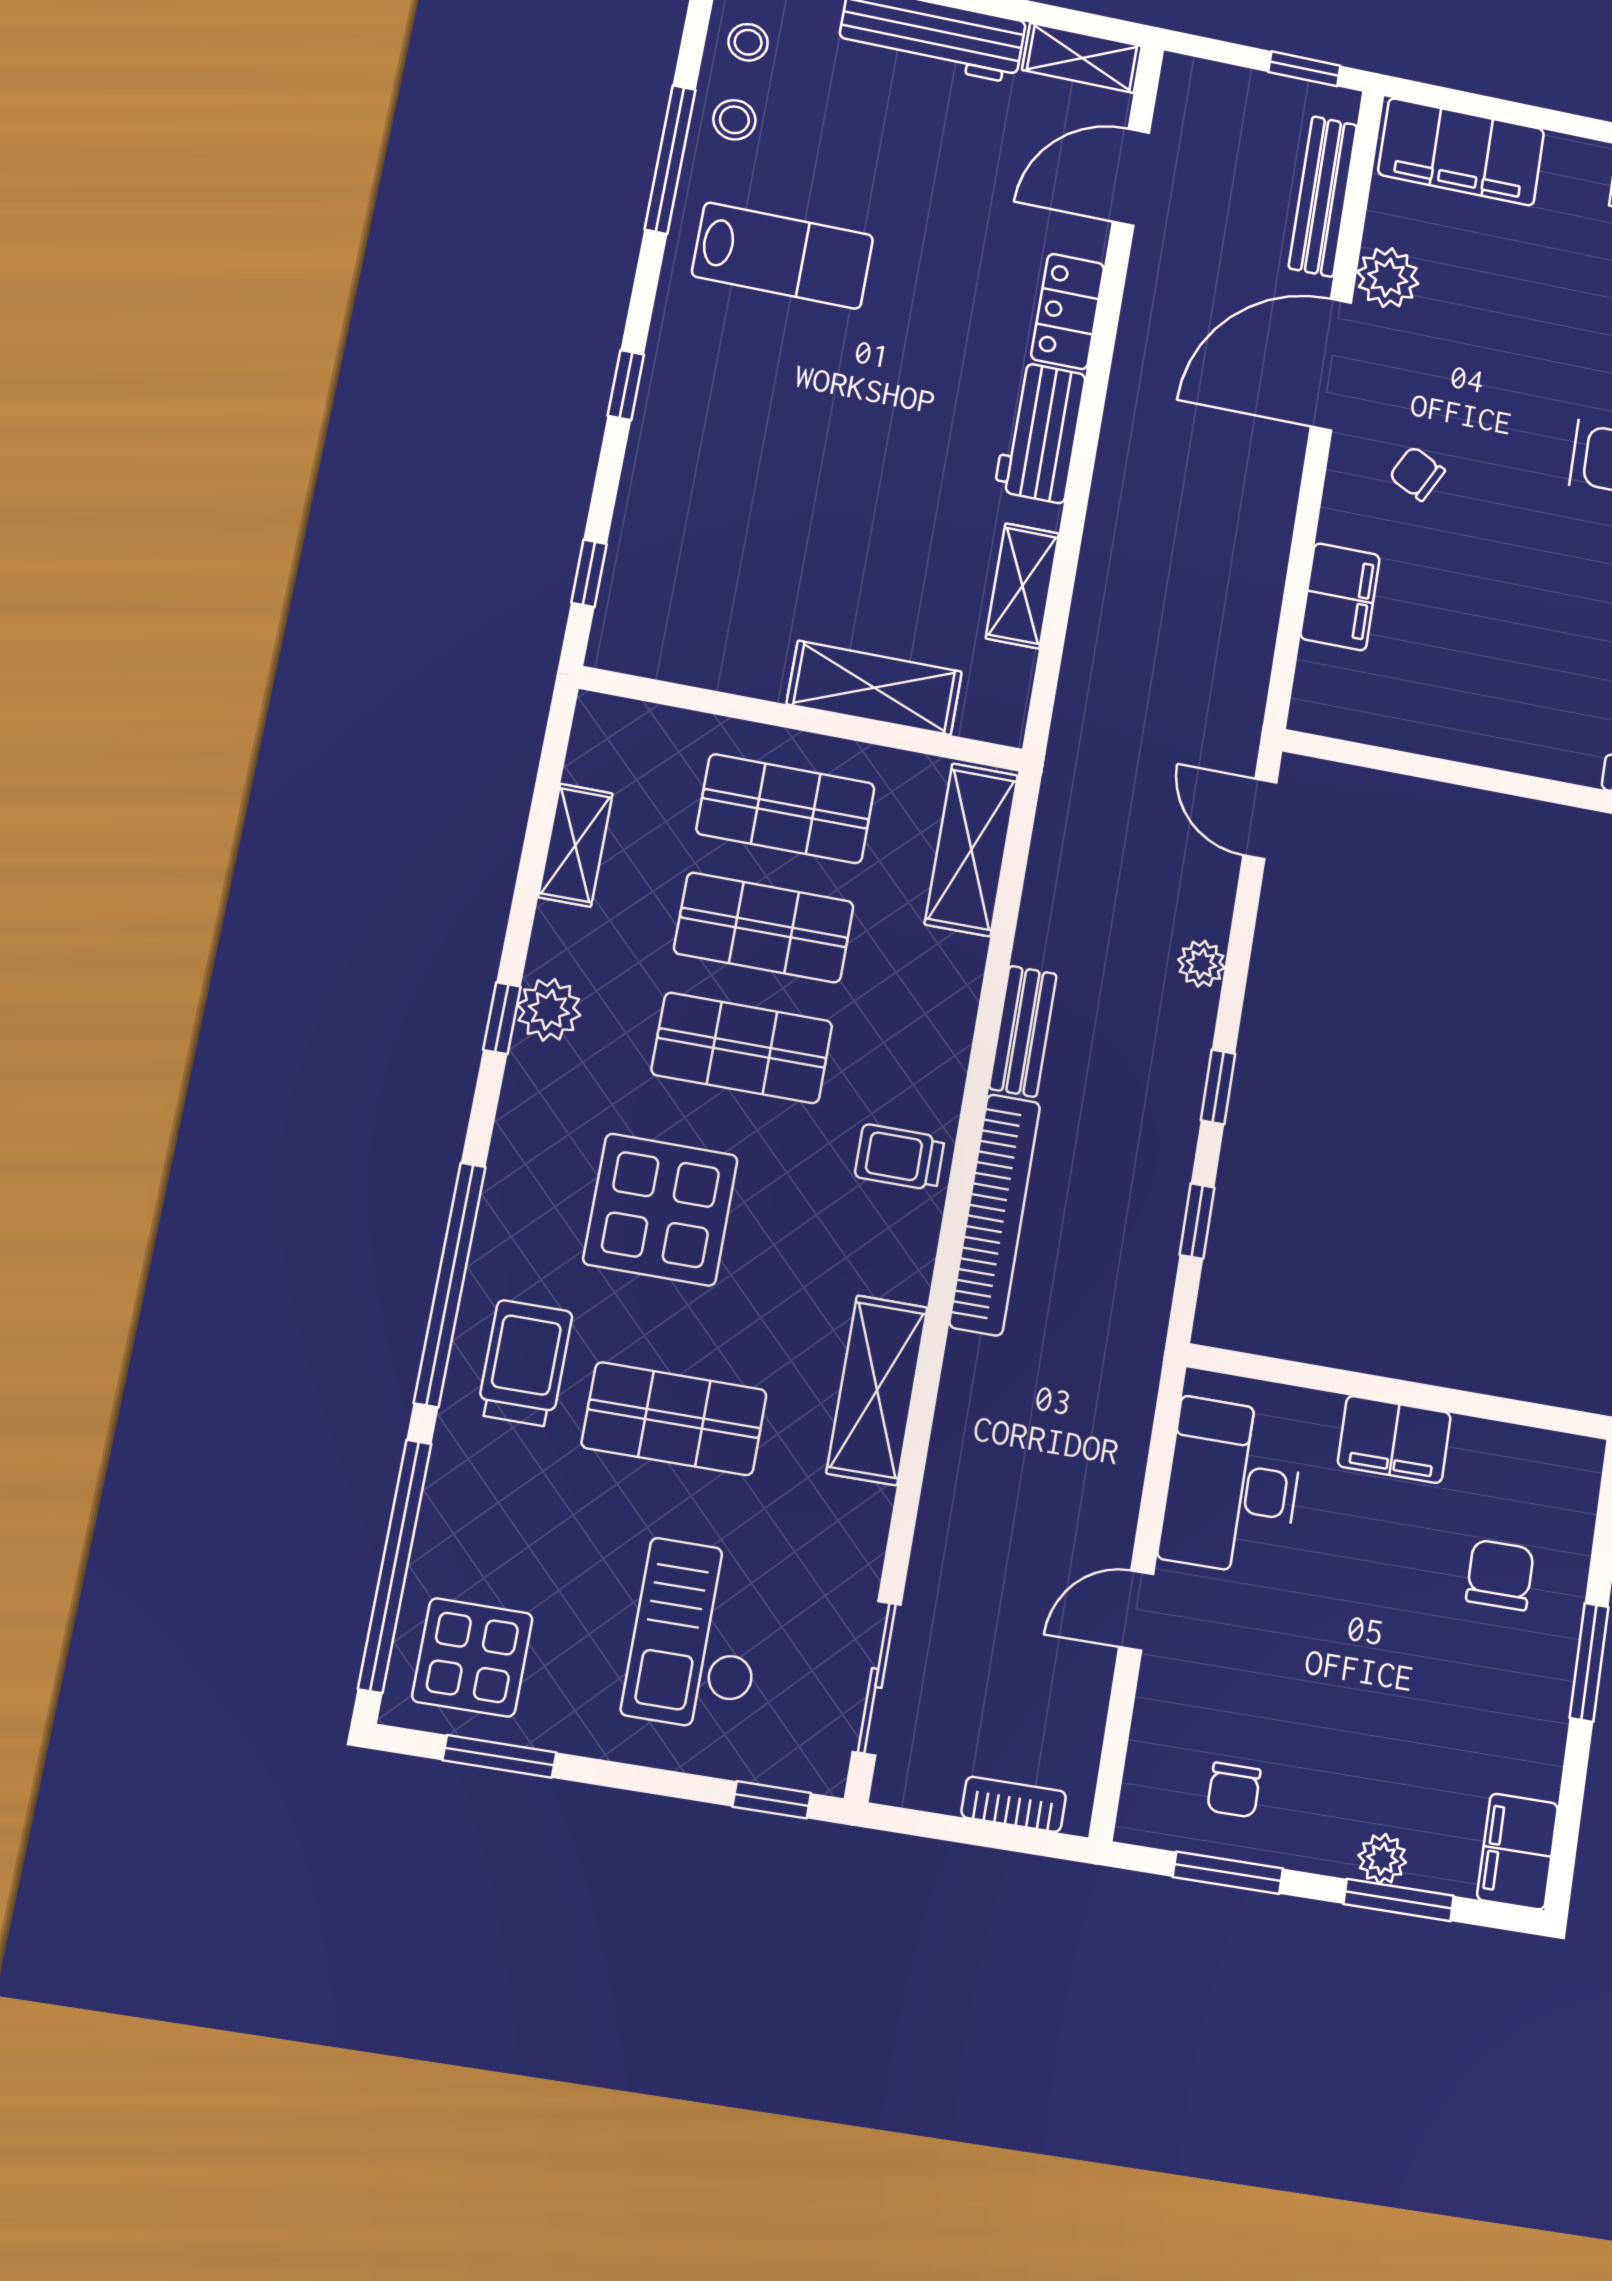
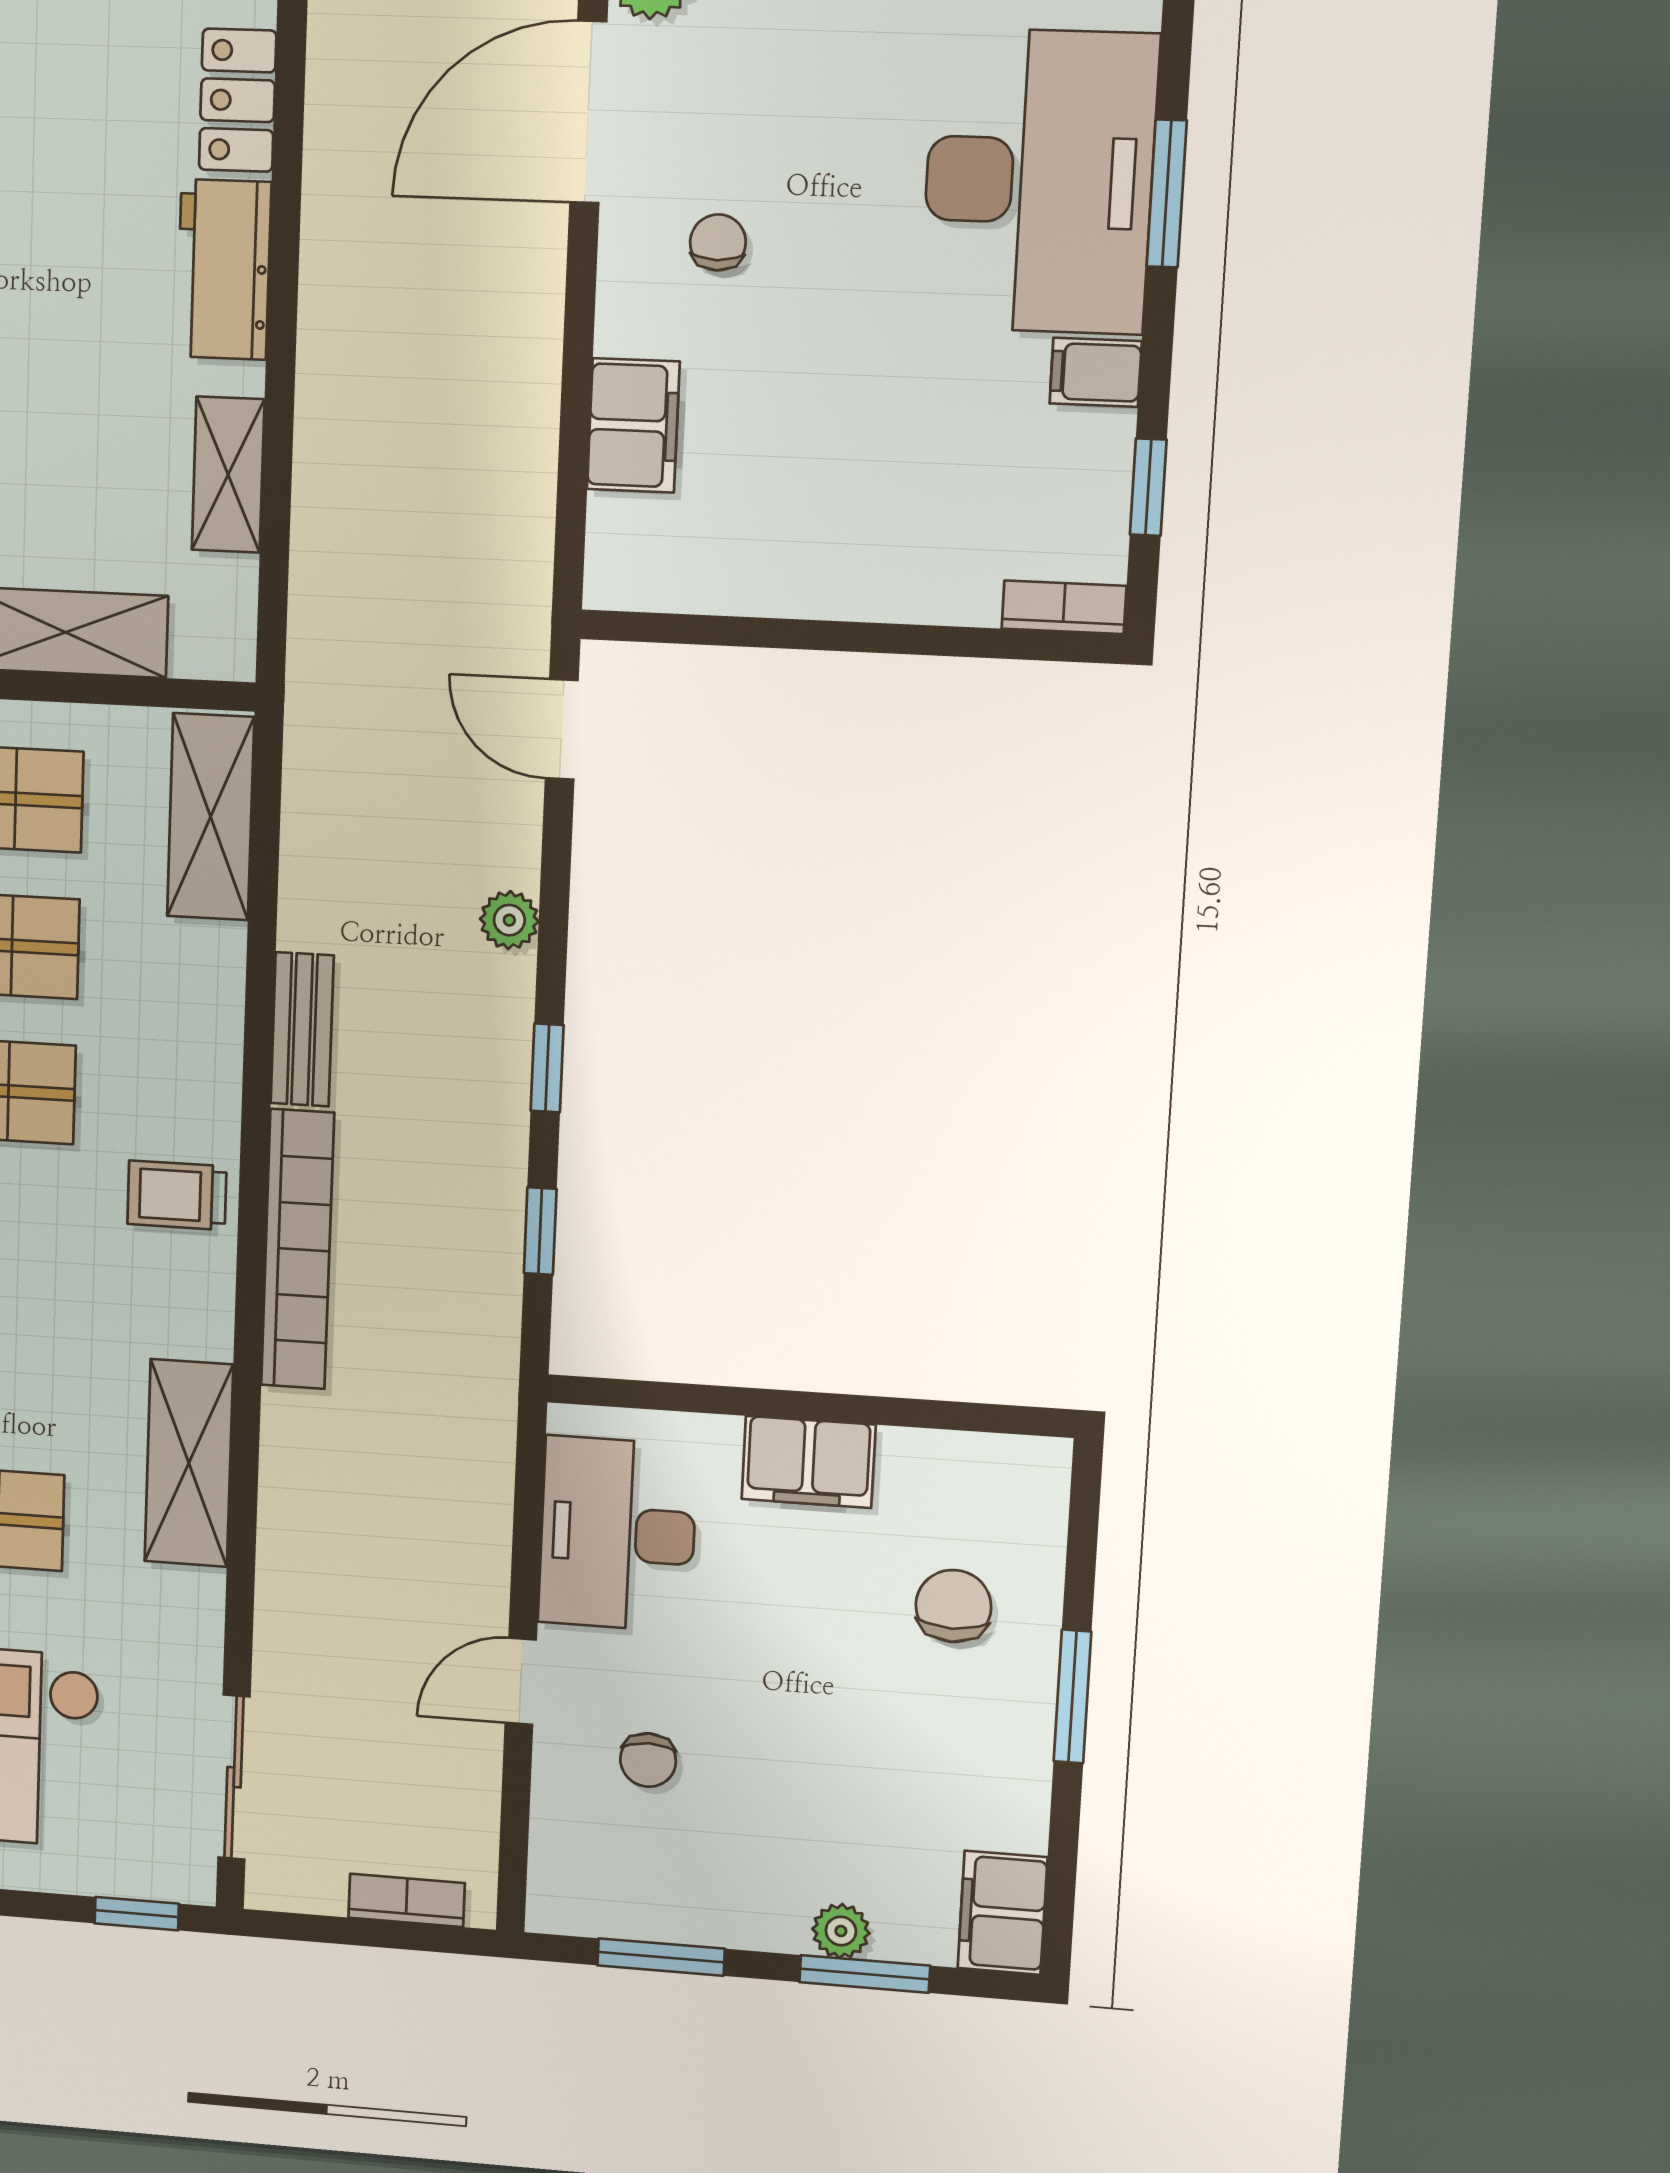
chair: (1417, 474) -> (718, 242), turned 63
chair: (1234, 1790) -> (648, 1760), moved

